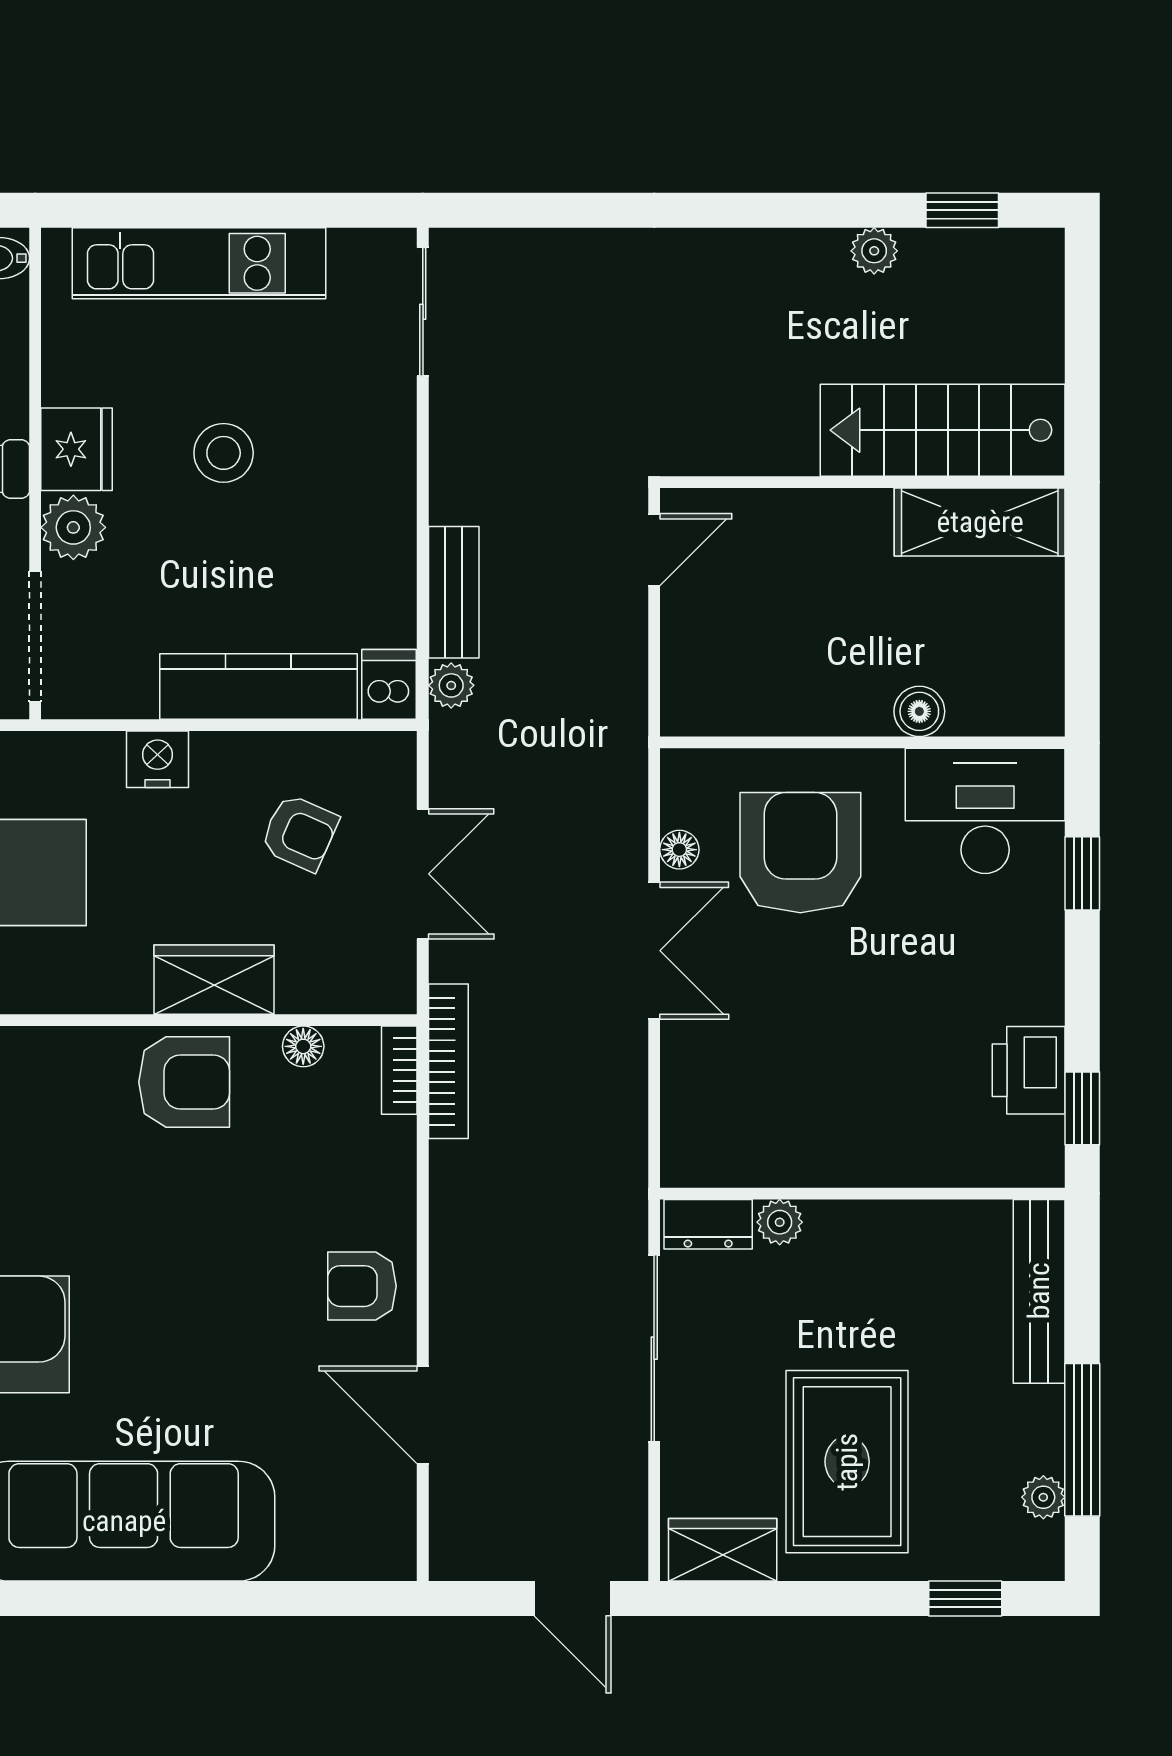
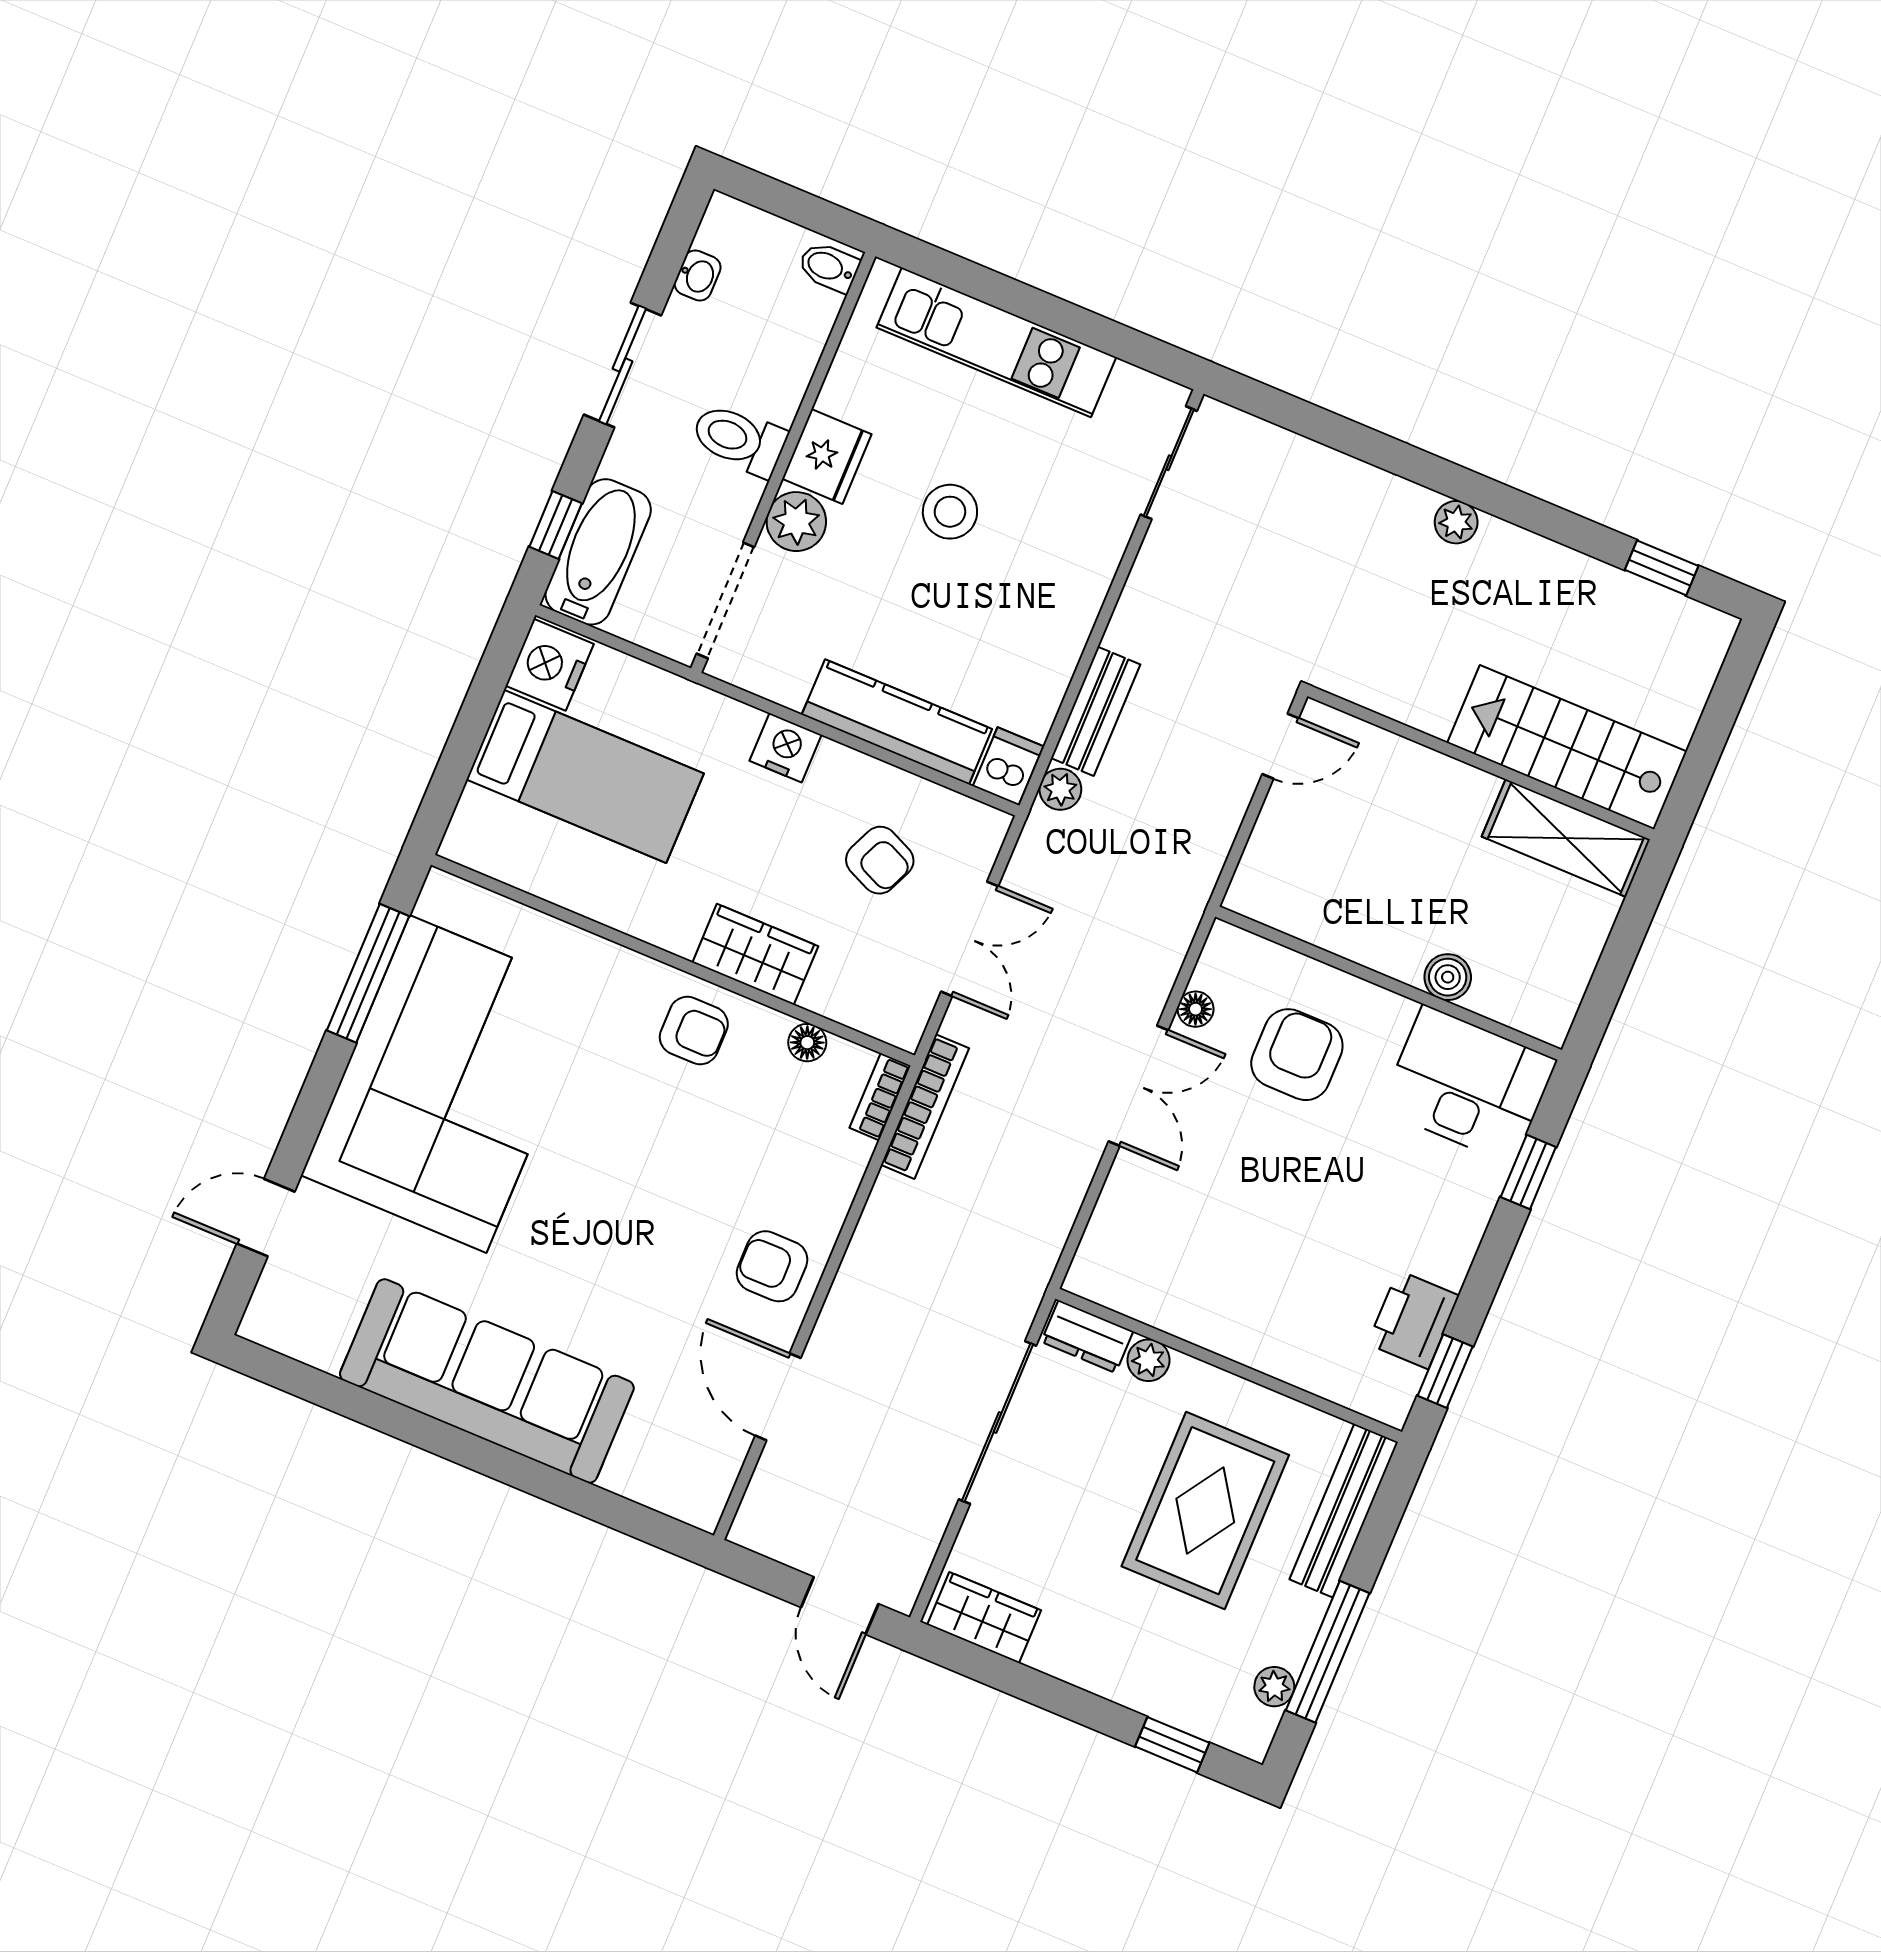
plant: (874, 251) -> (1456, 522), moved
armchair: (800, 853) -> (1297, 1055), width x0.73, depth x0.73
armchair: (184, 1082) -> (694, 1031), width x0.72, depth x0.72
rug: (847, 1462) -> (1205, 1511), moved

